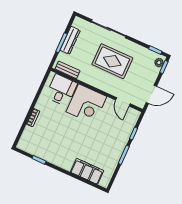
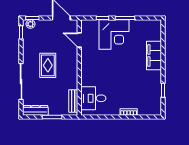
dresser: (70, 40) -> (35, 110), moved
rug: (112, 61) -> (48, 65), width x0.73, depth x0.70
door: (123, 102) -> (79, 40), swing flipped
corner desk: (86, 104) -> (114, 35), moved, turned 90
filing cabinet: (87, 171) -> (154, 55), moved

